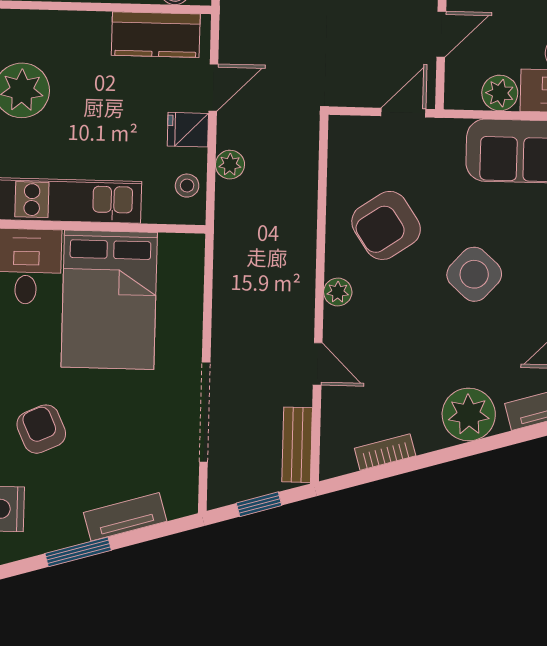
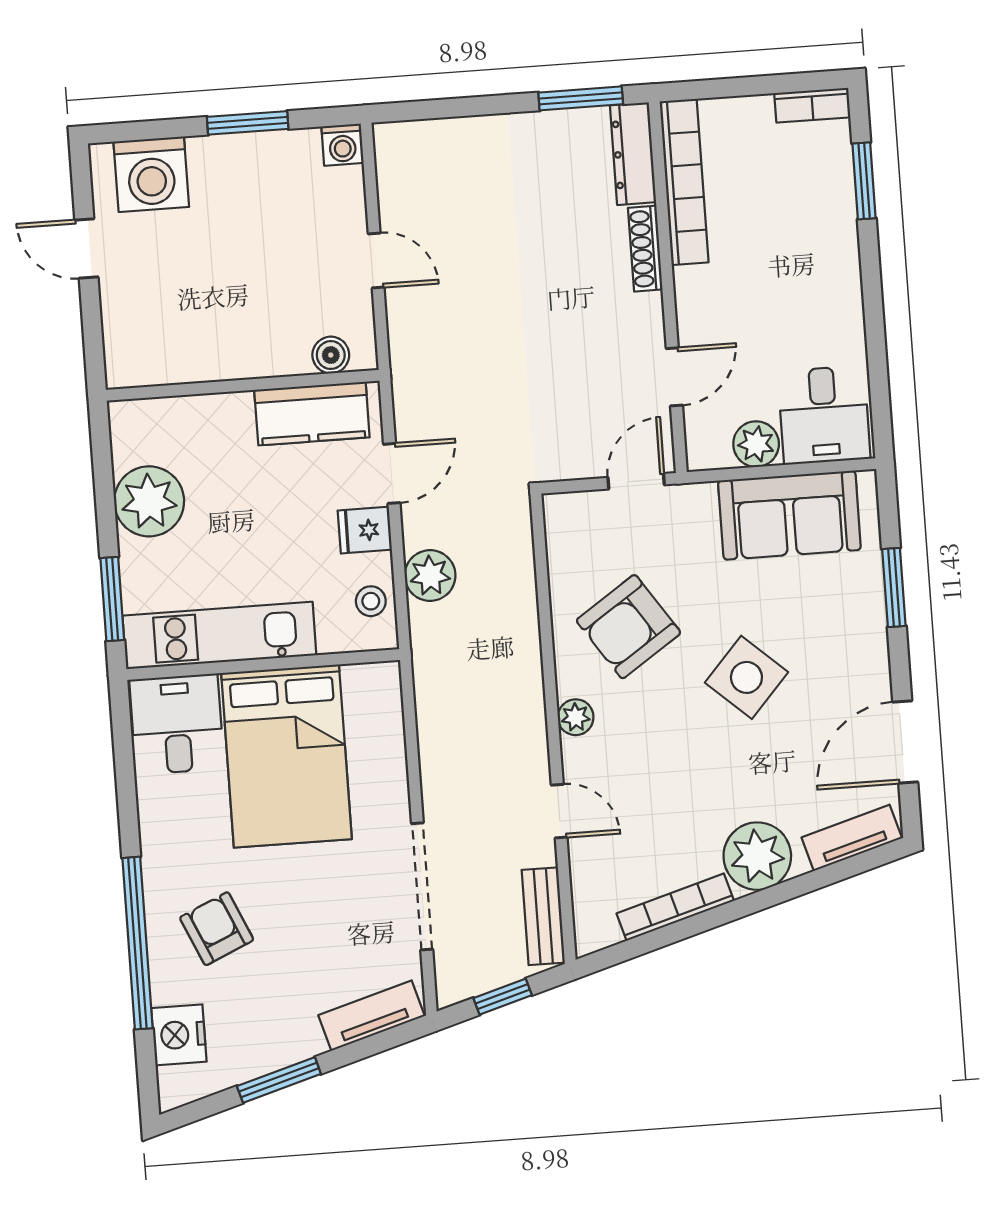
plant: (230, 165) -> (430, 576), width x1.38, depth x1.38
bookcase: (385, 452) -> (675, 907), width x1.56
tv unit: (125, 517) -> (372, 1016), moved

